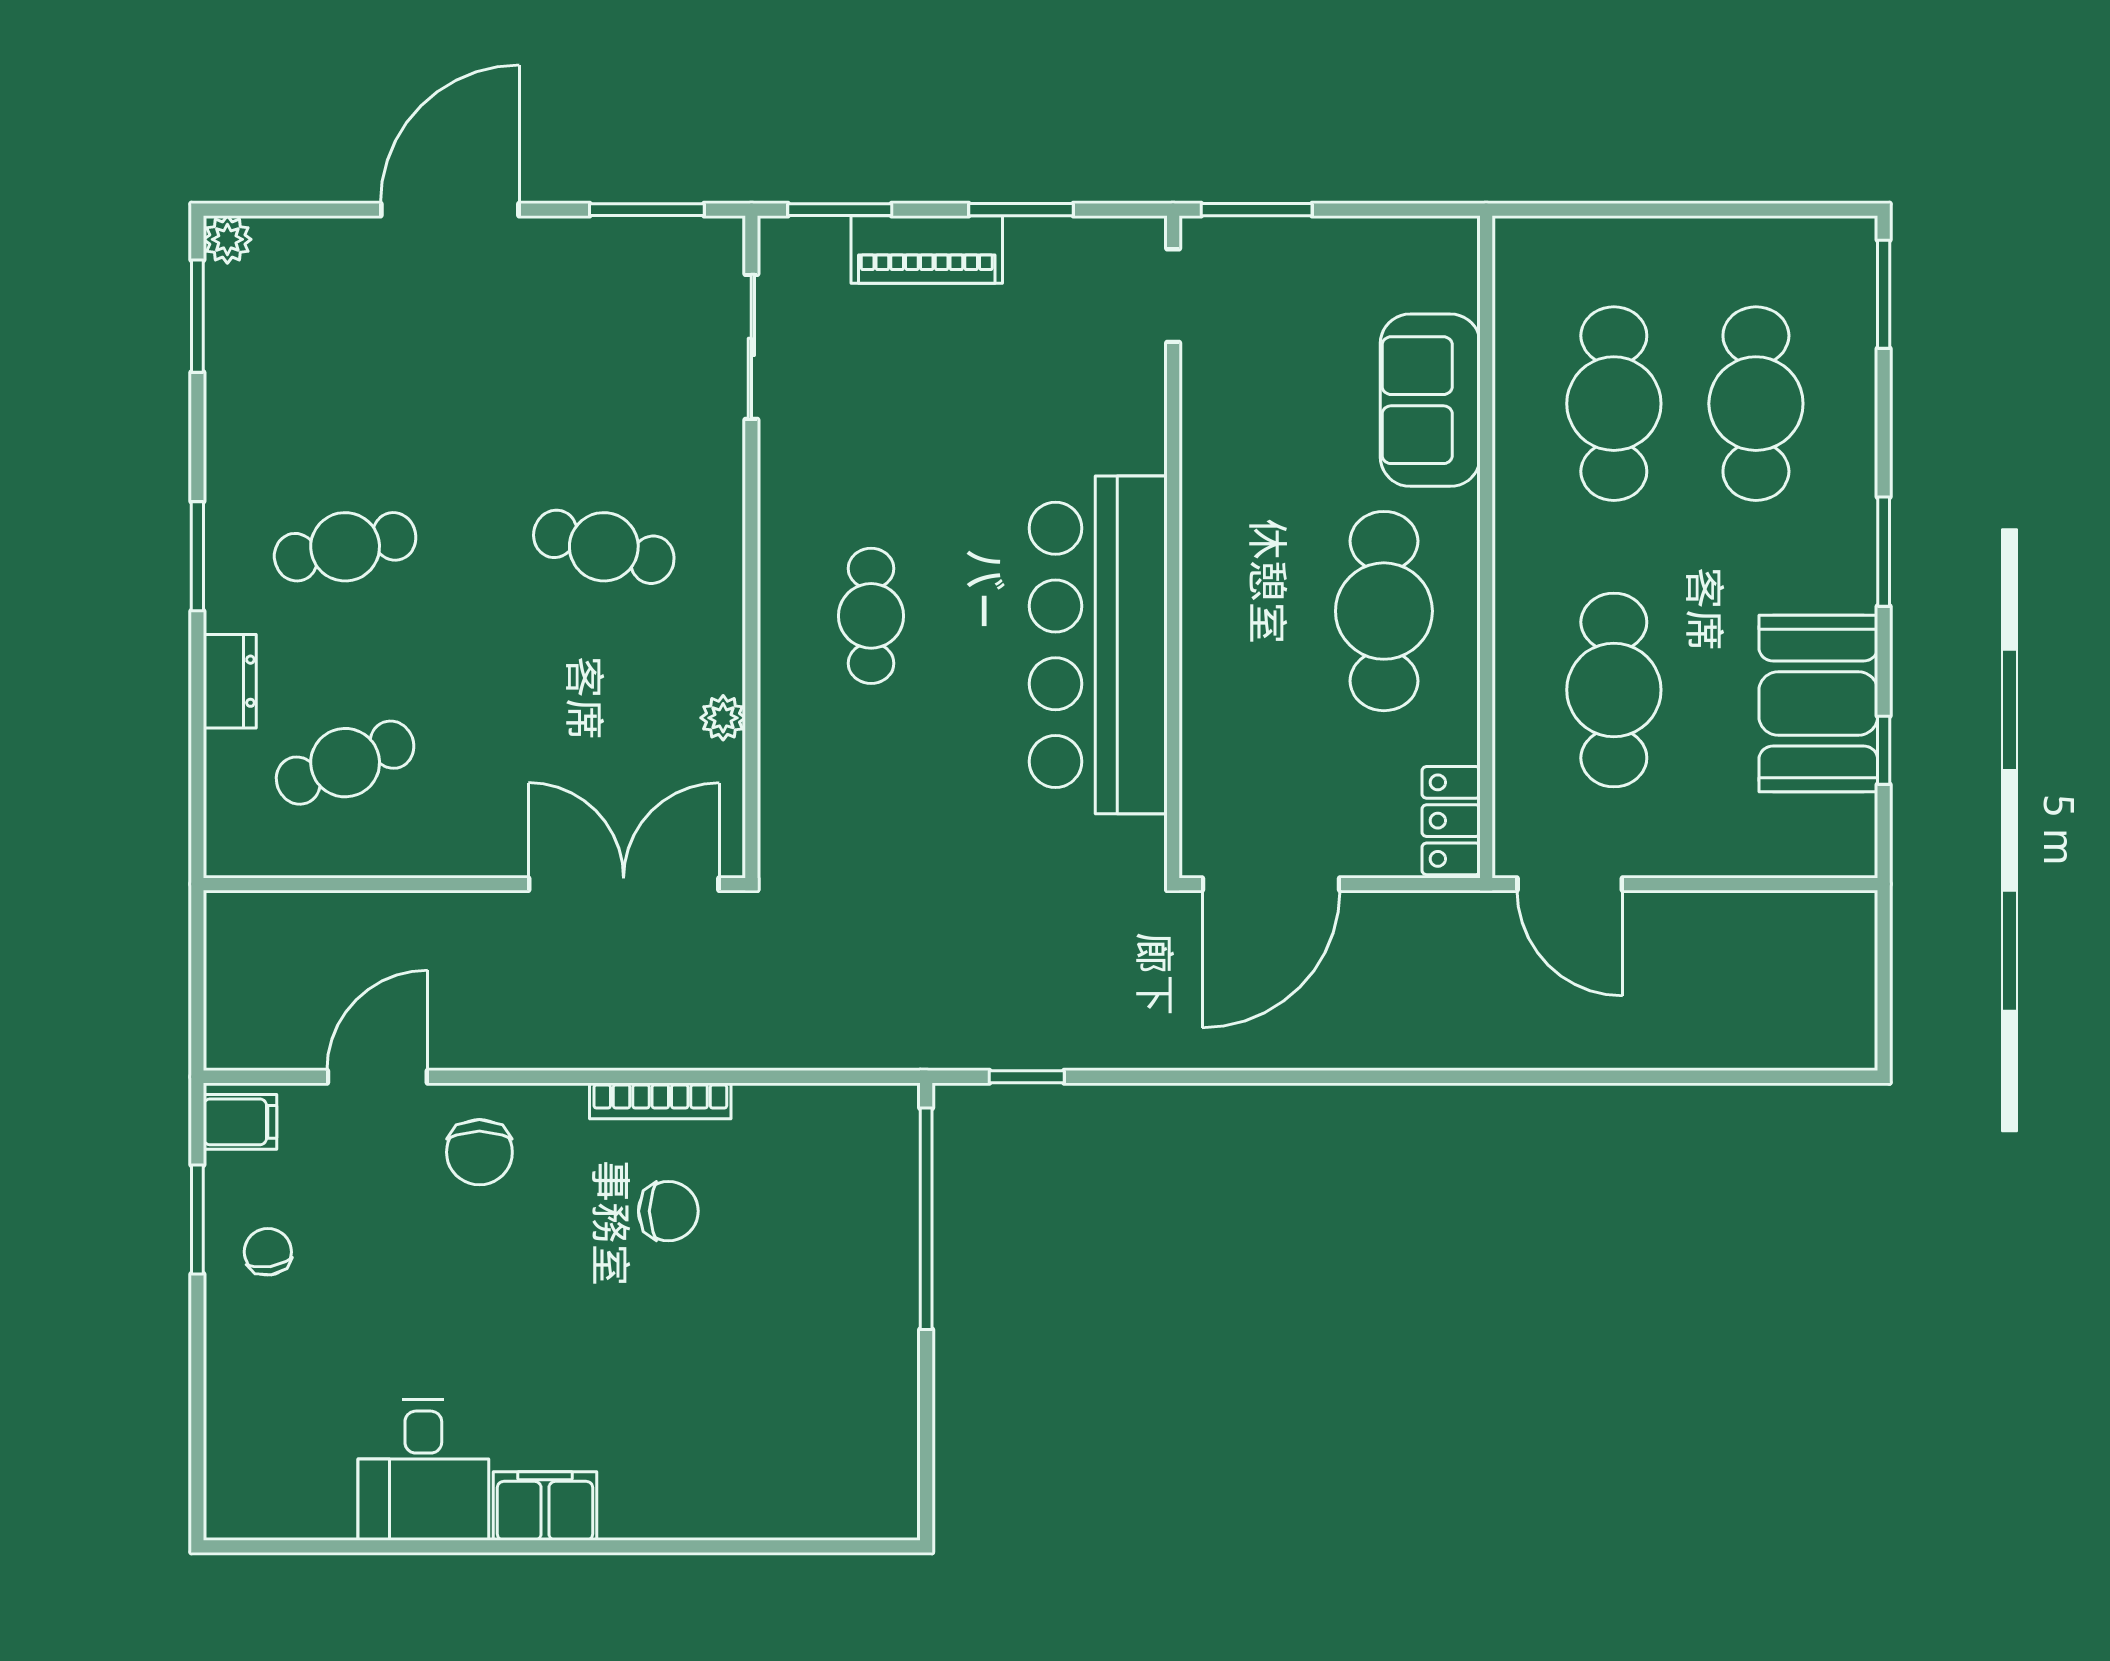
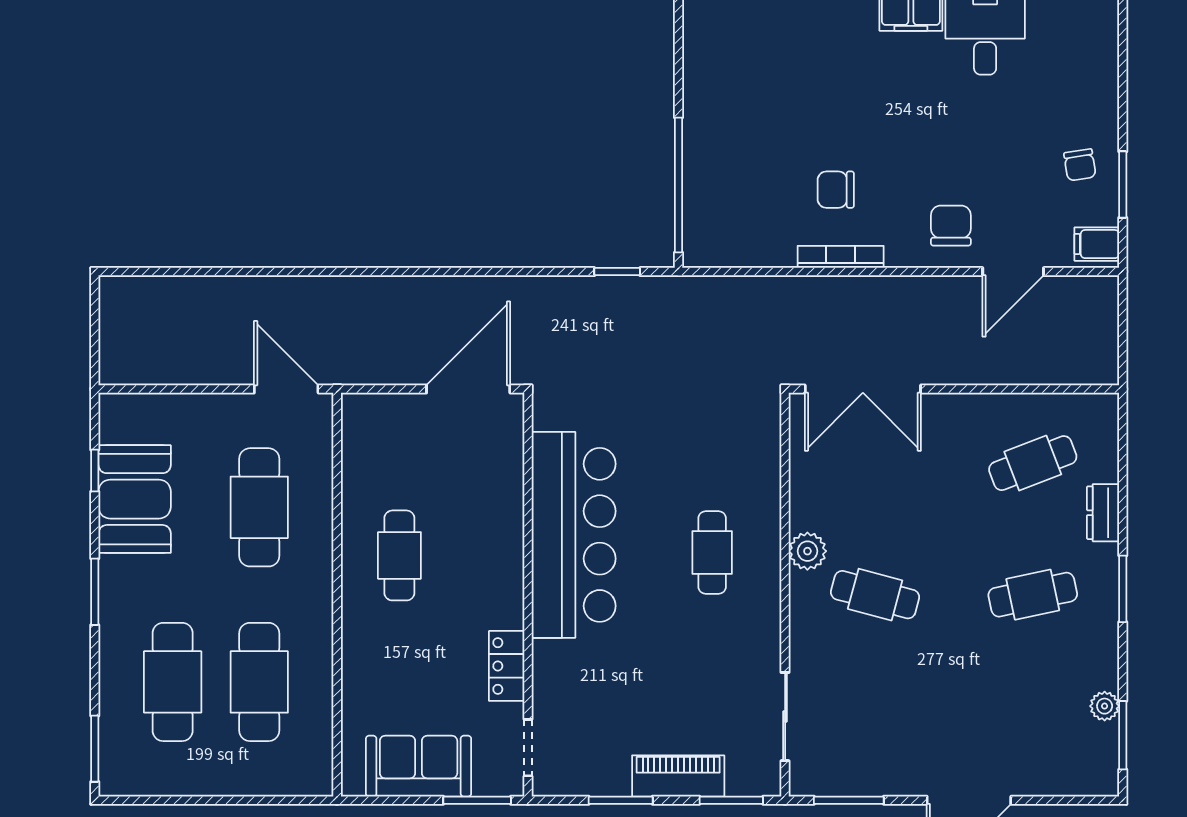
plant: (227, 239) -> (1105, 706), moved
sofa: (1430, 400) -> (419, 766), moved, turned -90
cafe table: (1384, 611) -> (399, 555), width x0.73, depth x0.74
plant: (723, 718) -> (807, 551), moved, width x1.38, depth x1.38
locker: (1451, 821) -> (507, 666), moved, turned 180

